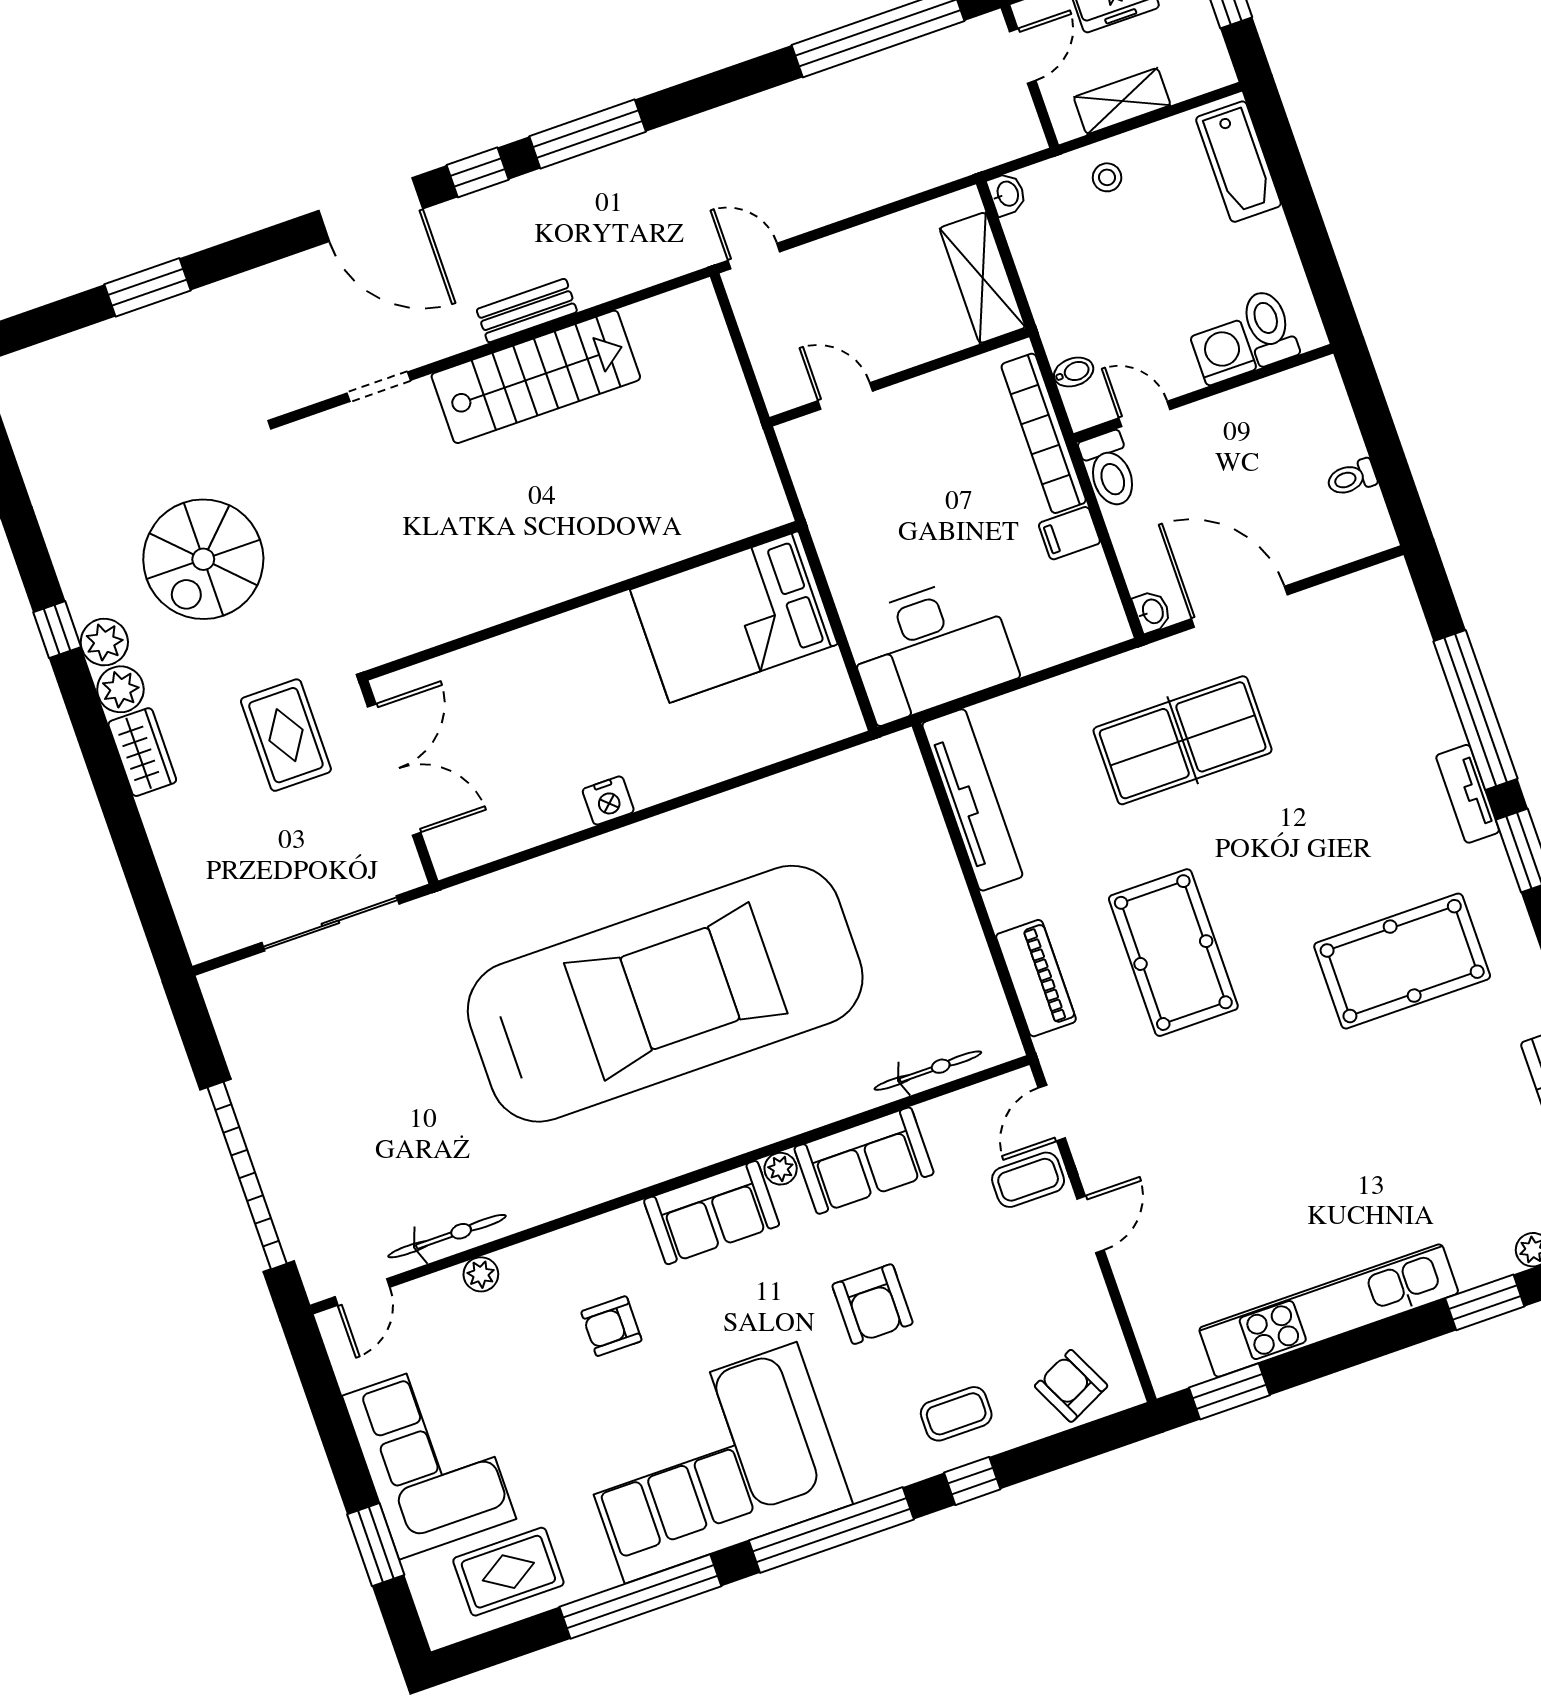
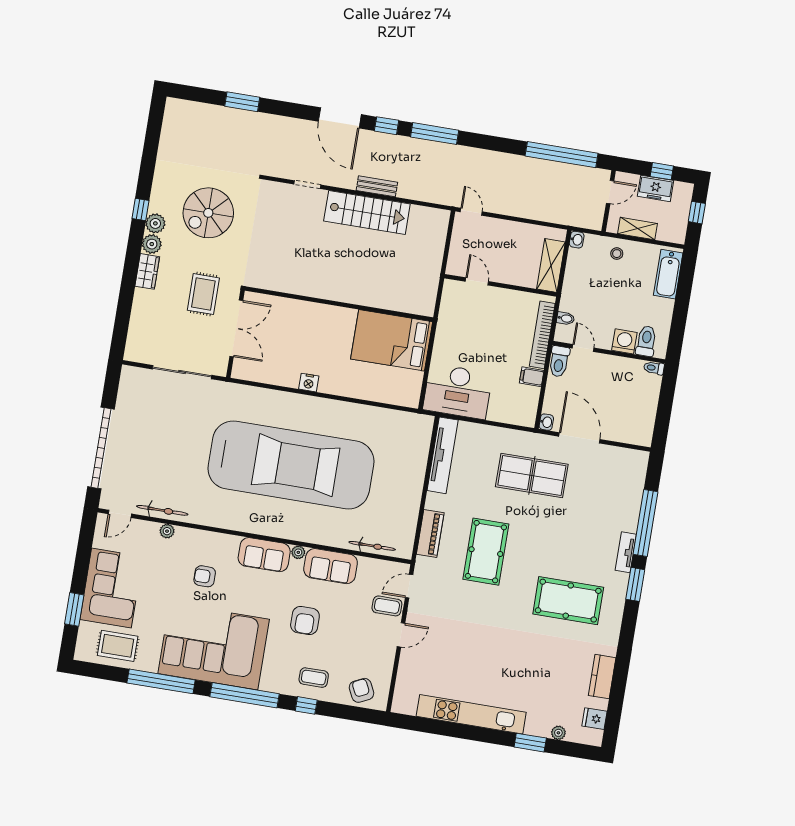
toilet: (1352, 478) -> (654, 368), moved
window: (1229, 1391) -> (419, 724), removed

